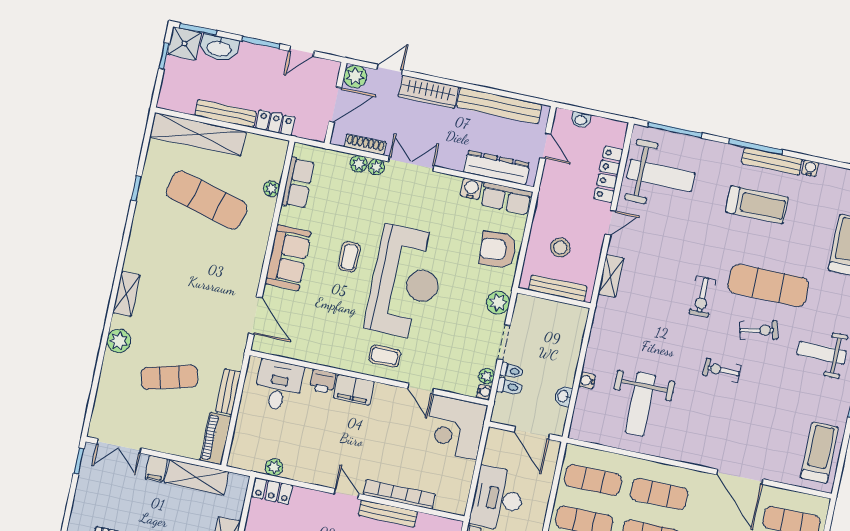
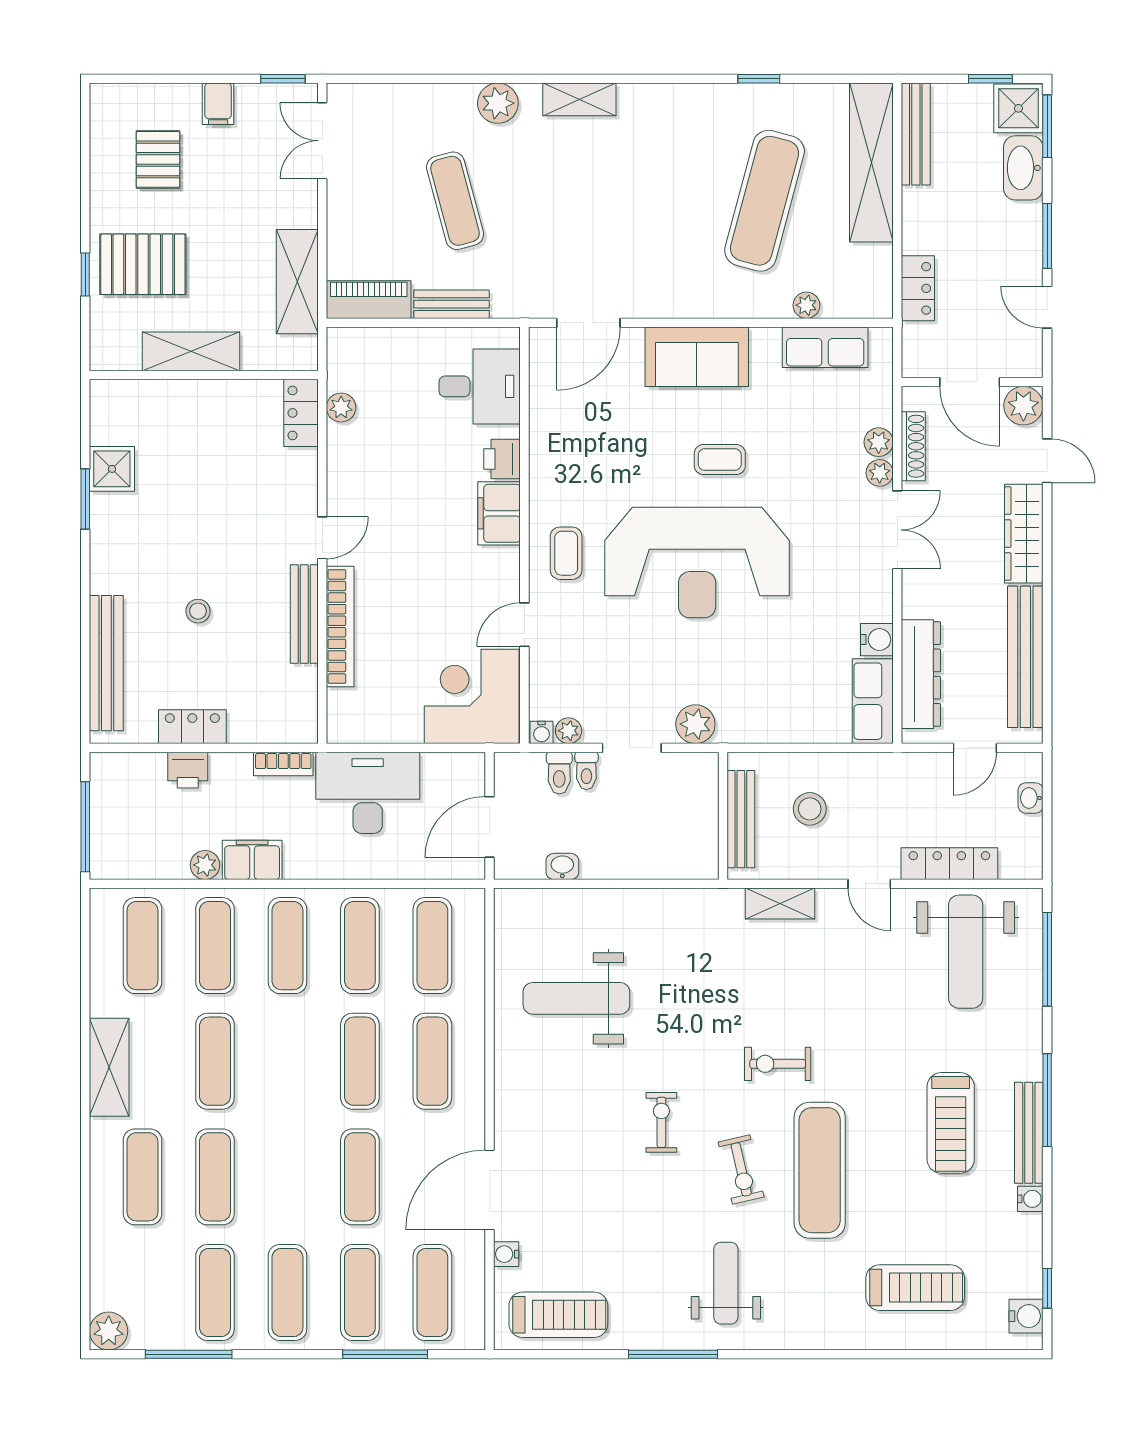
bench: (226, 114) -> (916, 134), moved
armchair: (498, 250) -> (784, 705), removed
water cooler: (587, 381) -> (506, 1254), moved, turned -90
filing cabinet: (156, 469) -> (218, 104), moved, turned -90

